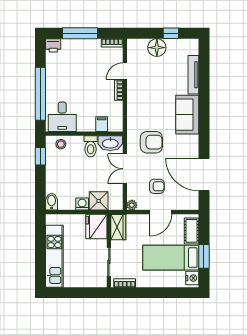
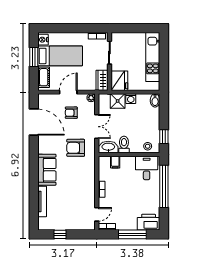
printer: (53, 45) -> (149, 222), width x1.87, depth x1.48
floor lamp: (157, 48) -> (71, 223), removed
door: (125, 71) -> (97, 214), moved

